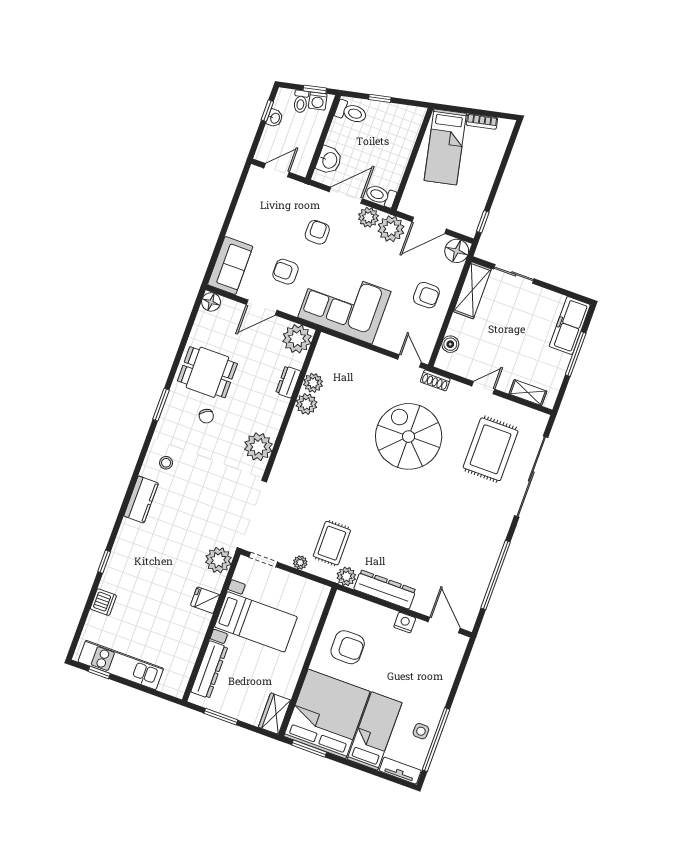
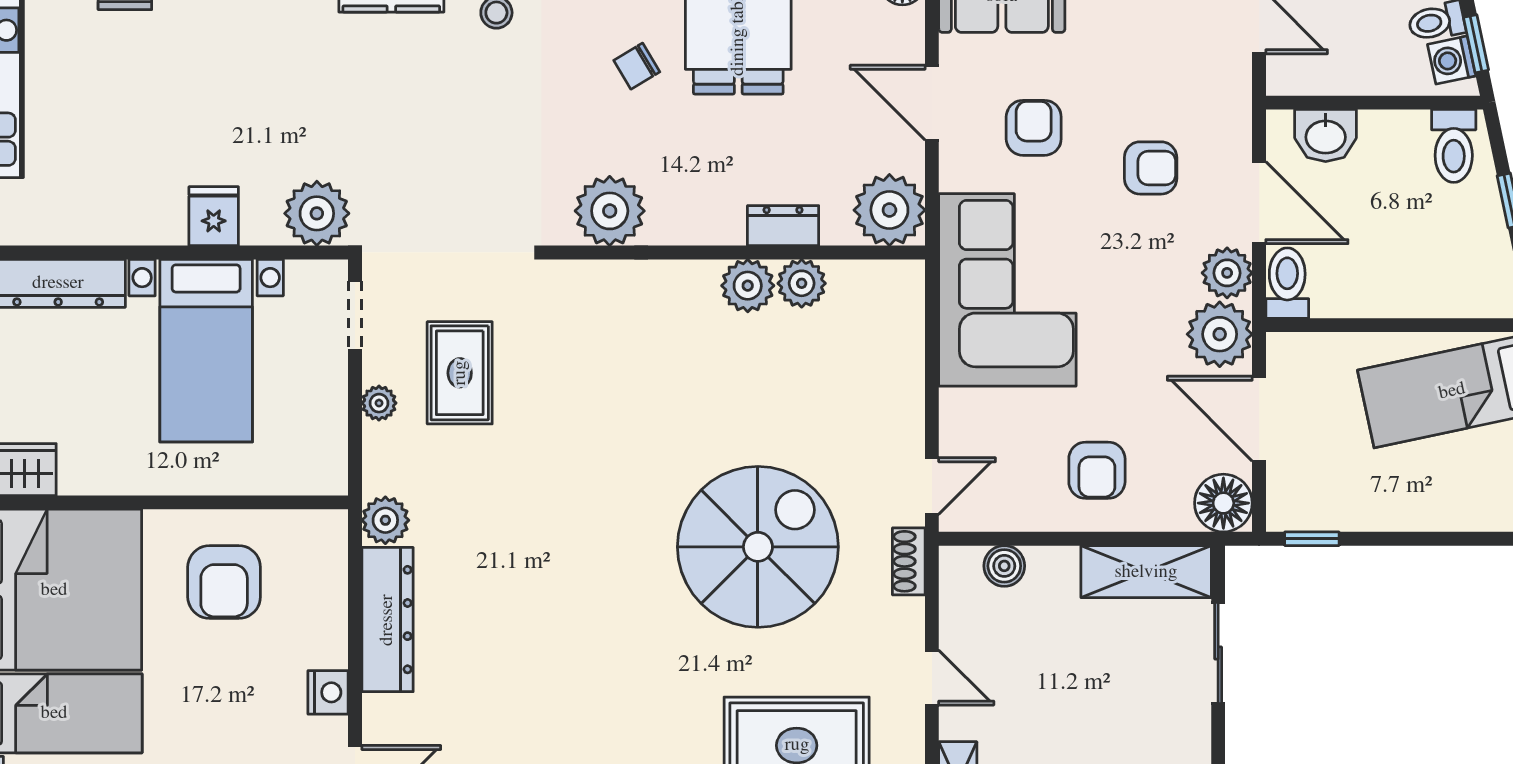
rug: (332, 543) -> (460, 373), moved, turned 90

